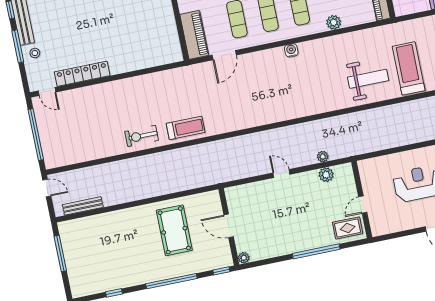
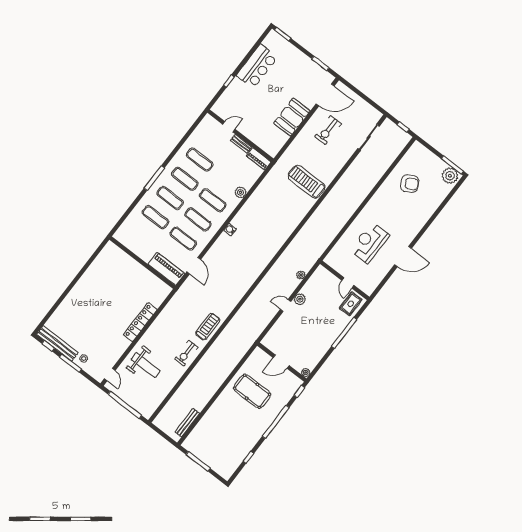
locker: (82, 74) -> (140, 322), moved
weight bench: (368, 79) -> (146, 365), moved, turned 90
door: (47, 91) -> (110, 375), hinge flipped
plant: (326, 175) -> (300, 299), moved
door: (47, 188) -> (158, 430), removed

